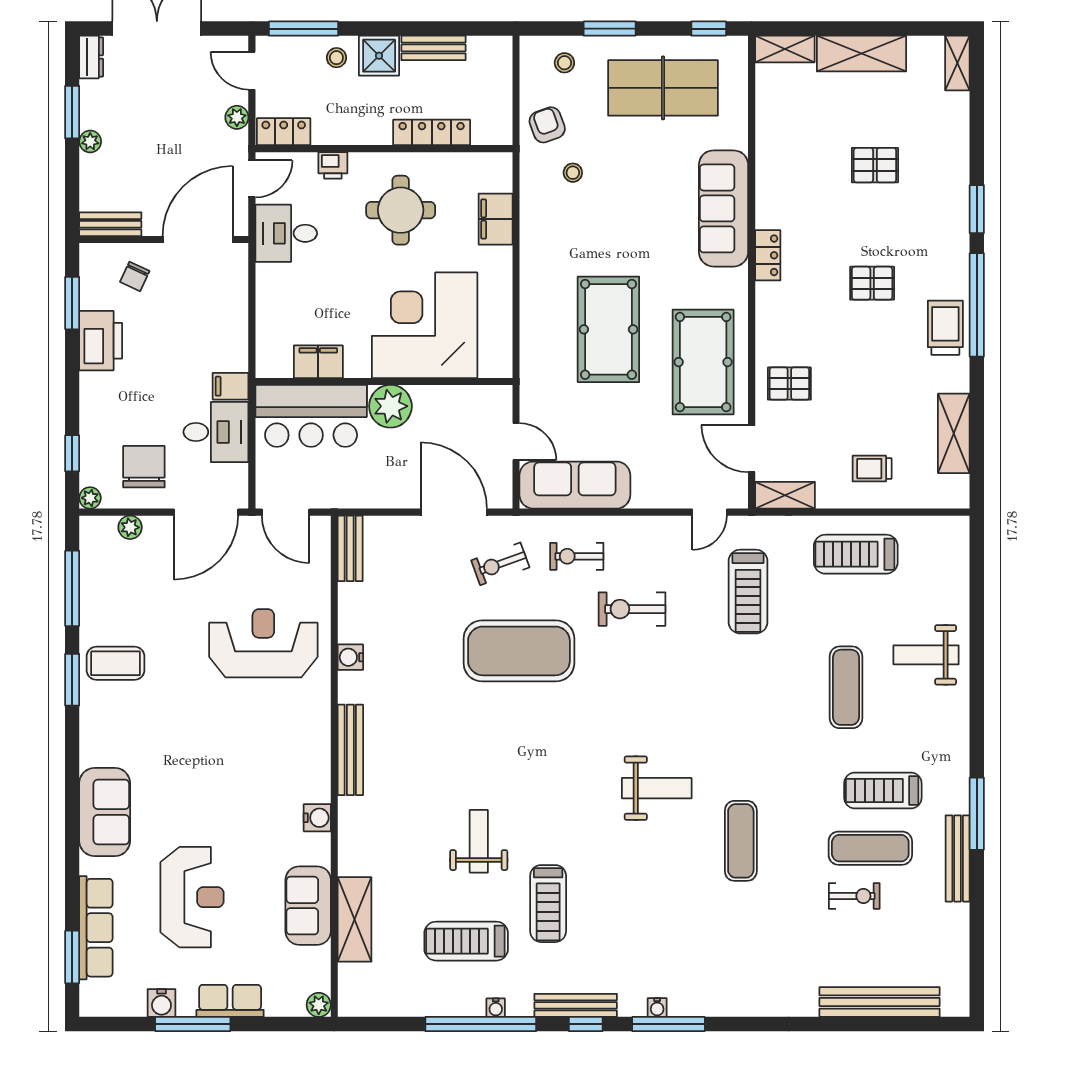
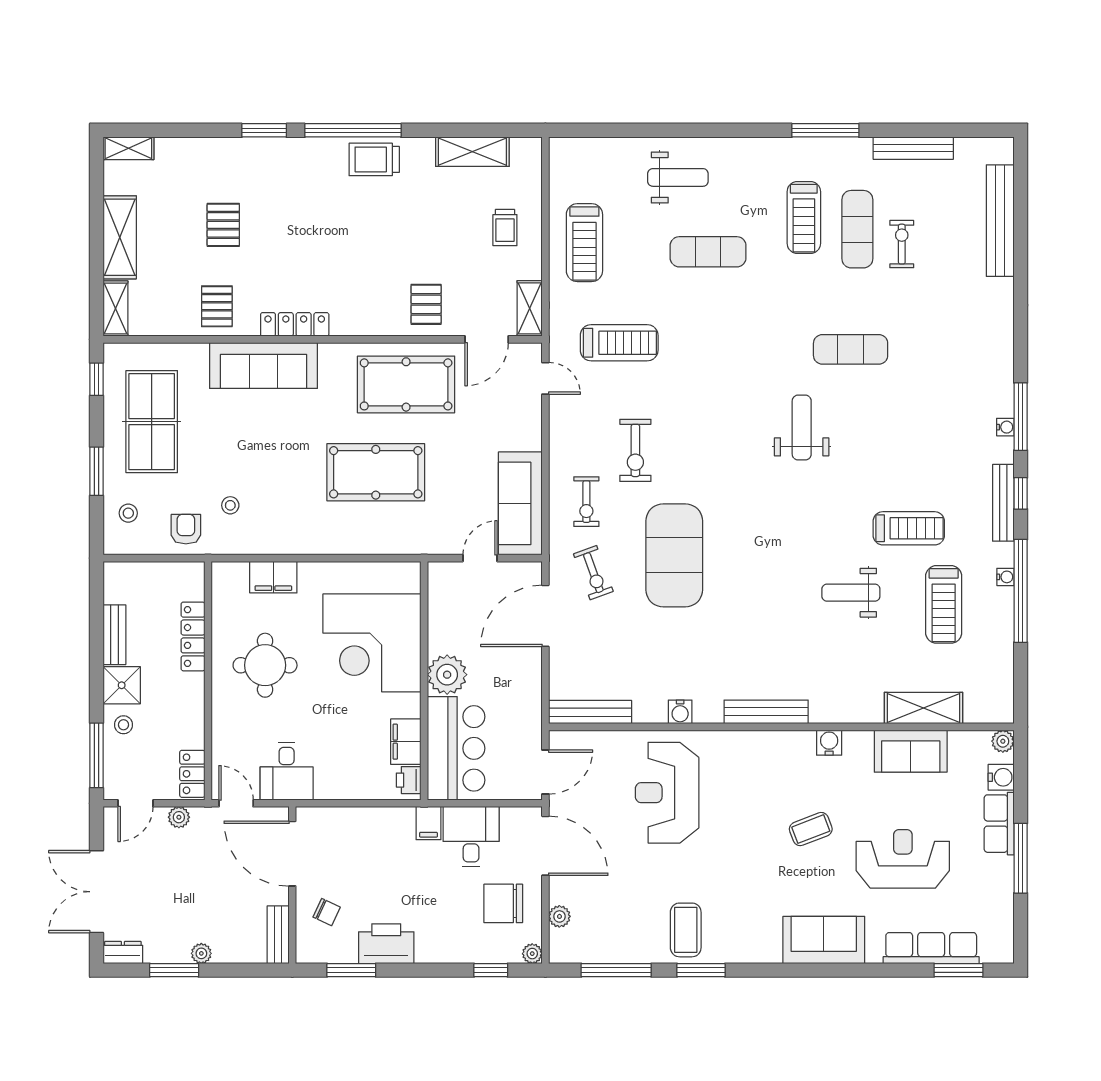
armchair: (547, 125) -> (186, 529), turned 110
printer: (333, 165) -> (409, 780), moved, turned 180
locker: (768, 255) -> (295, 324), width x1.53
pallet: (872, 283) -> (217, 306), moved
bench: (350, 548) -> (590, 712), width x1.36
weight bench: (926, 655) -> (678, 177), turned -90
coffee table: (224, 798) -> (811, 829), added
bench: (958, 858) -> (913, 148), moved
water cooler: (161, 1003) -> (1001, 777), moved

